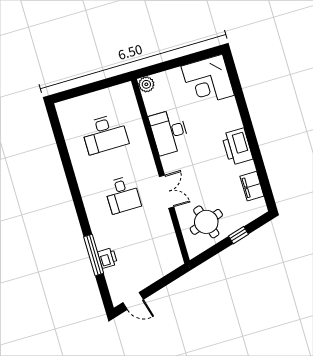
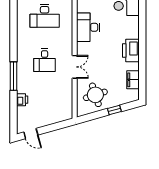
window: (94, 255) -> (13, 76), moved

